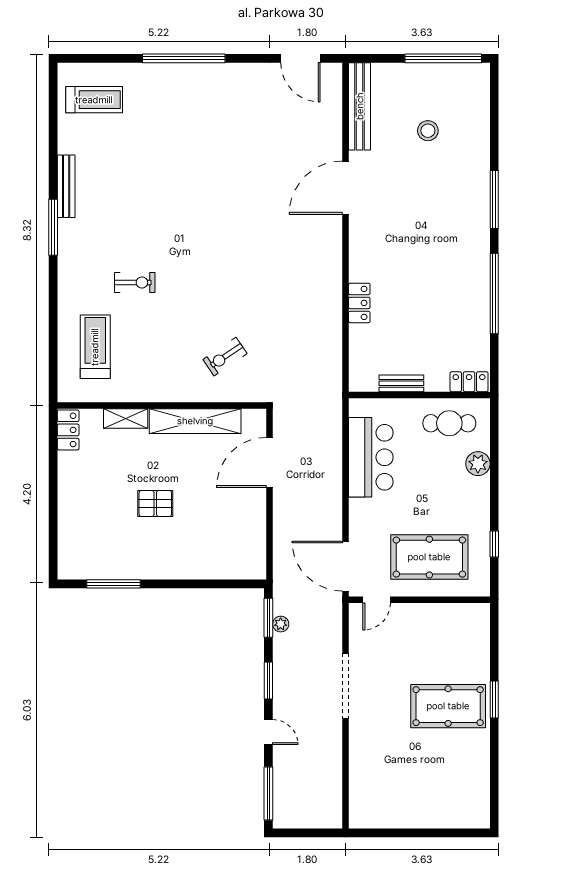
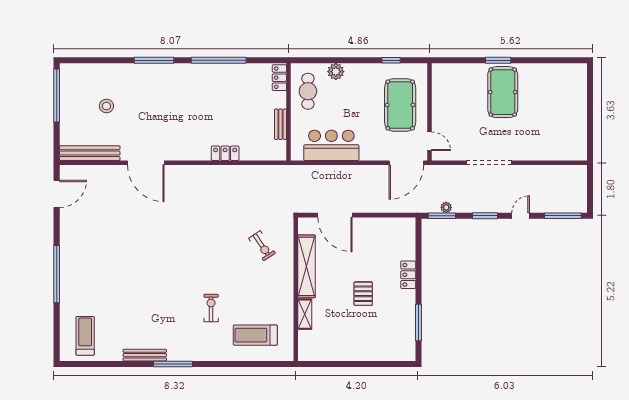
locker: (68, 430) -> (408, 275), moved, turned -90

